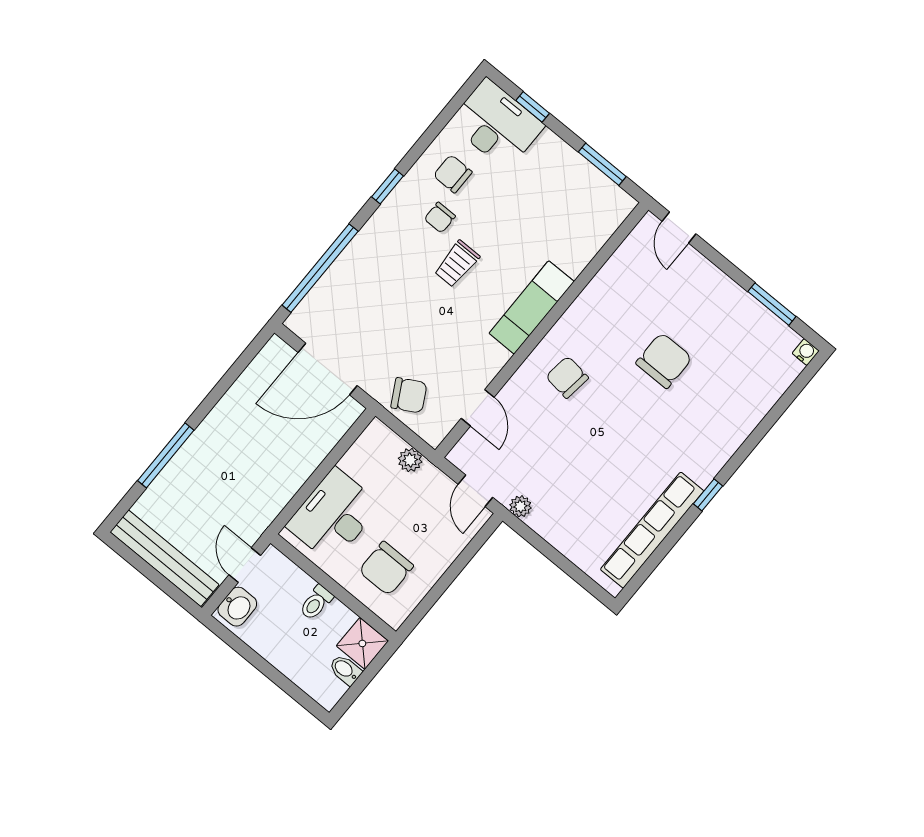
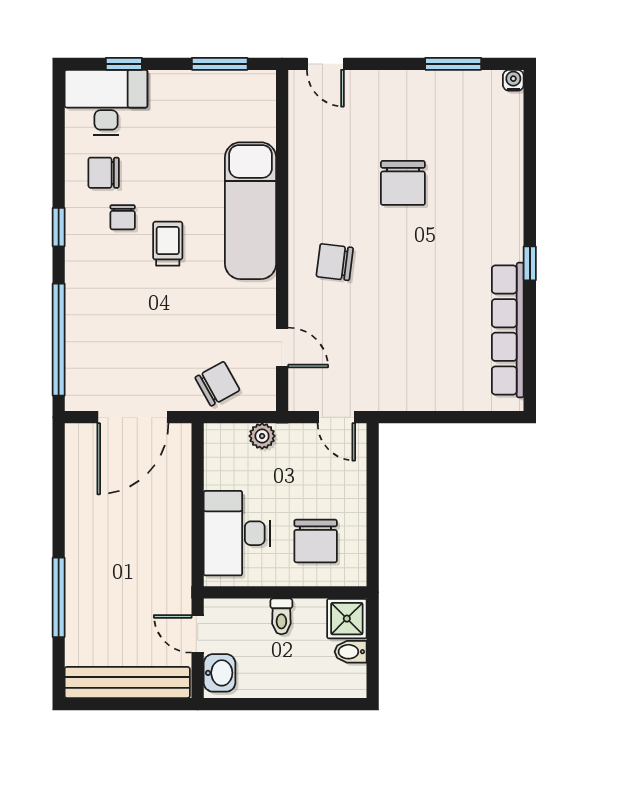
trolley: (457, 264) -> (168, 244), turned 180
exam couch: (532, 307) -> (251, 211), width x1.36, depth x1.45
chair: (664, 360) -> (403, 183), turned 180
plant: (520, 506) -> (384, 399), removed

